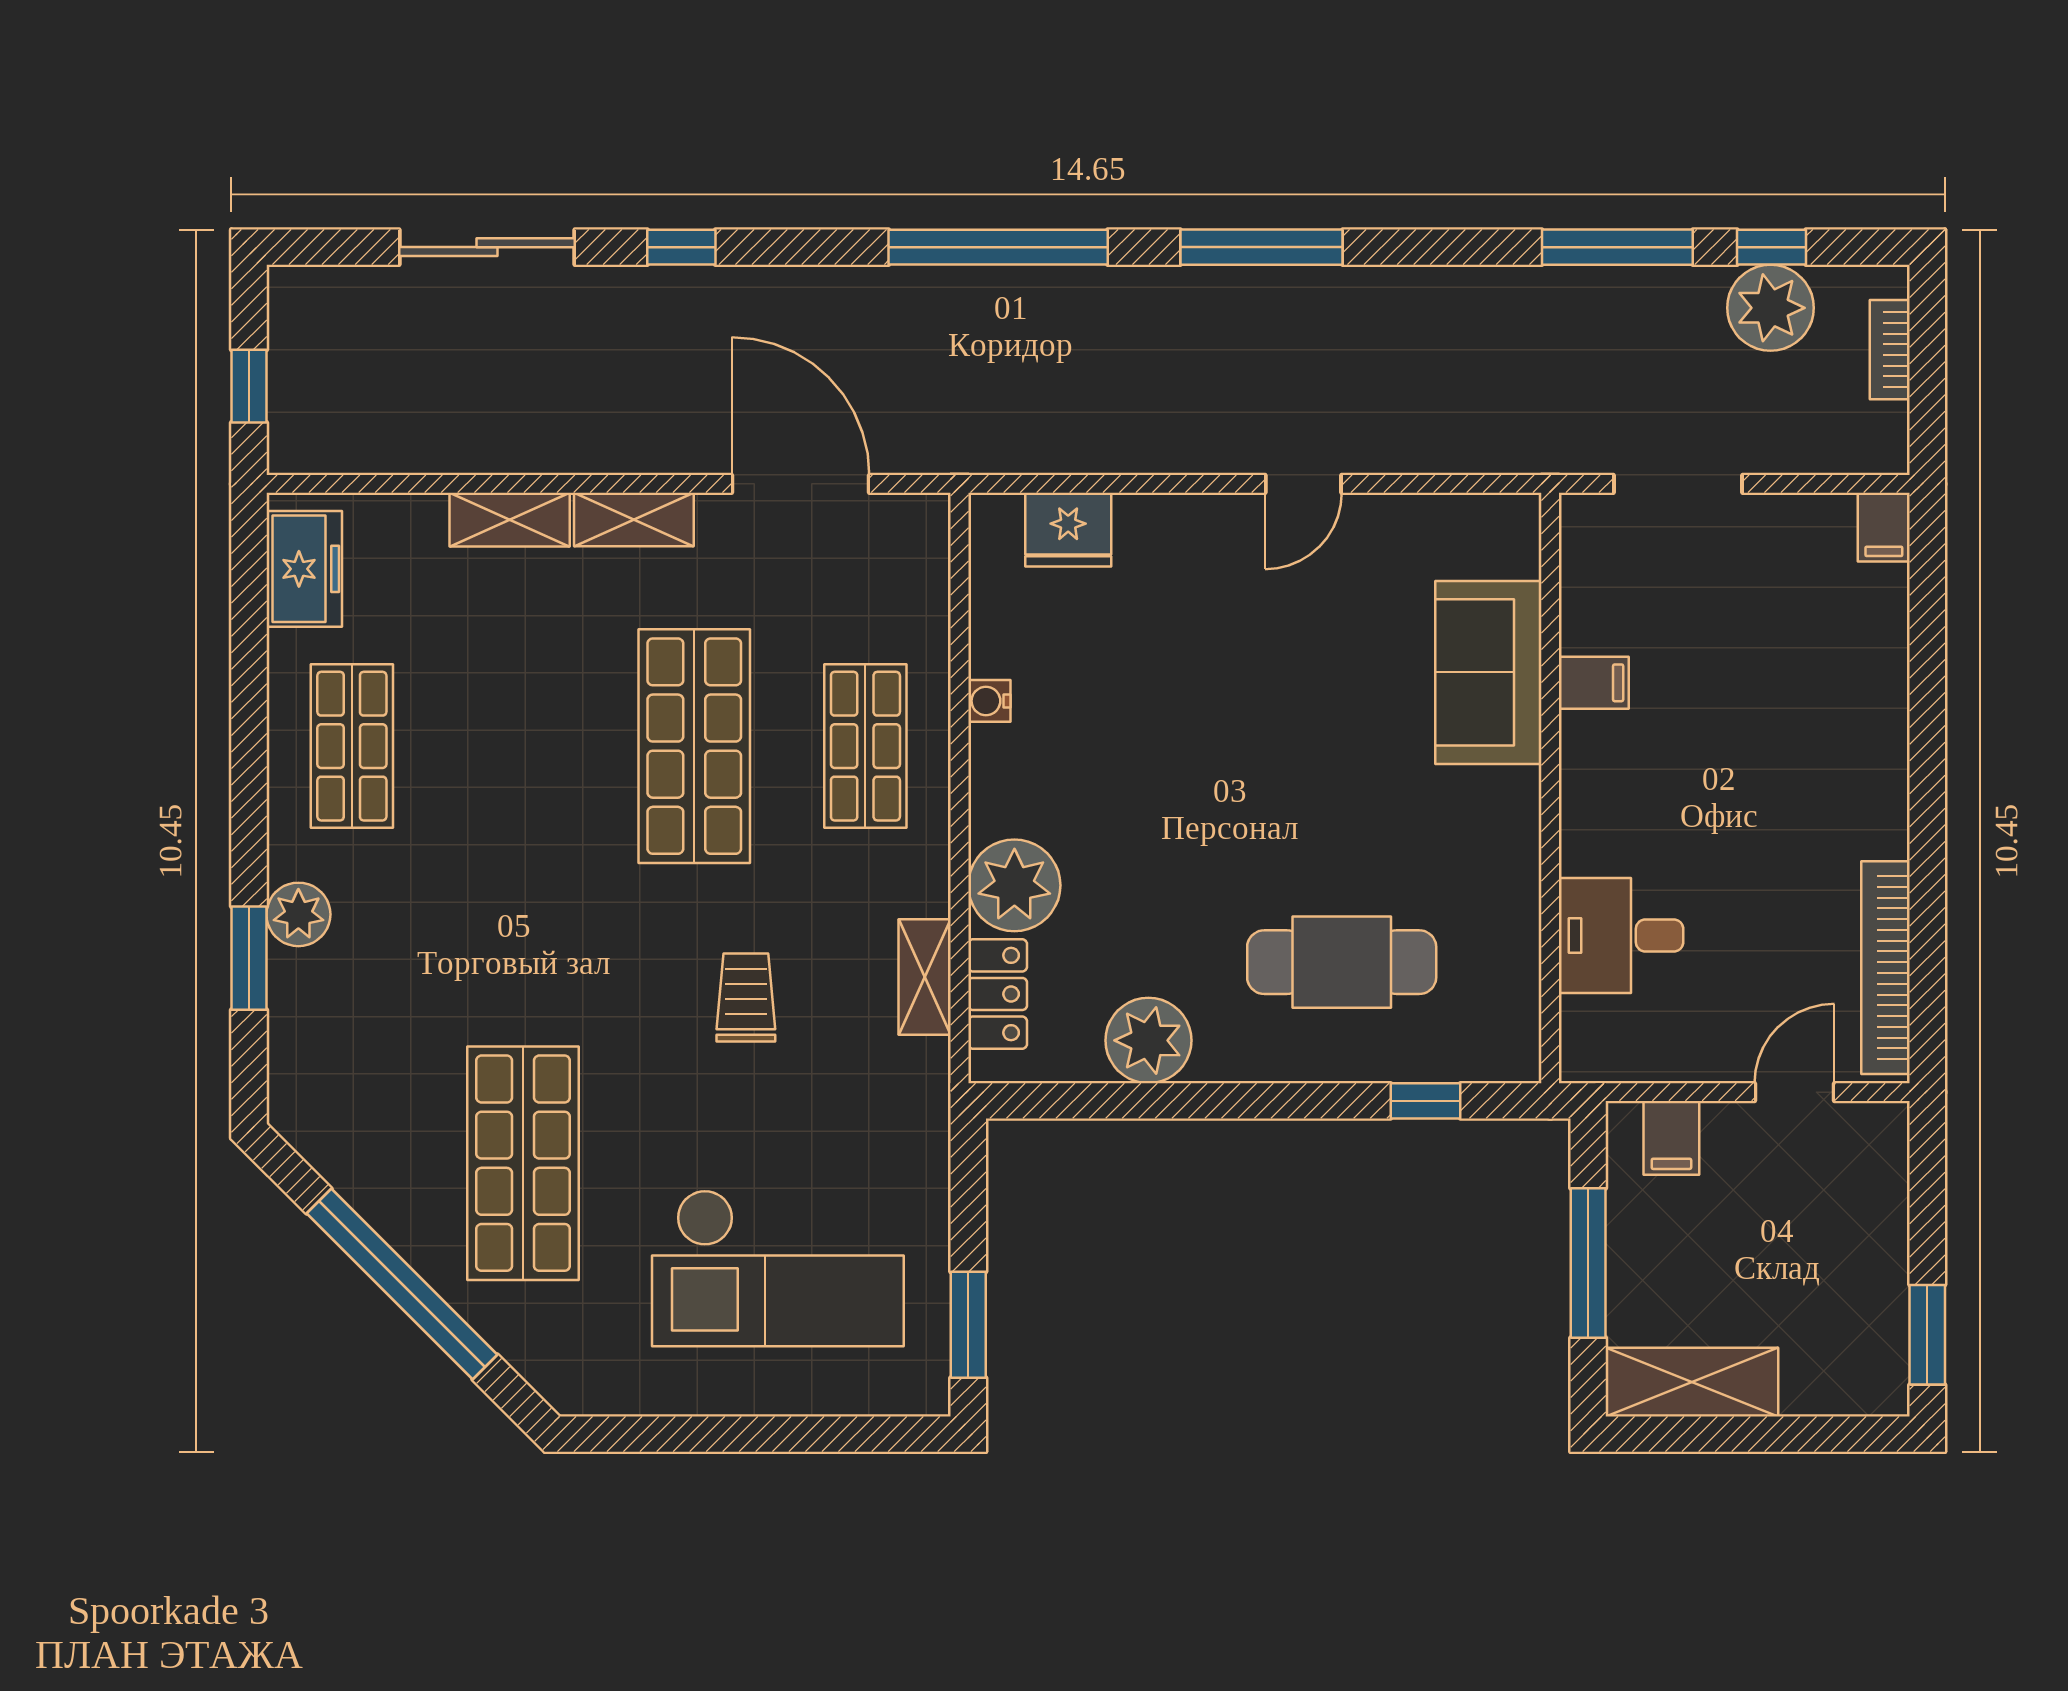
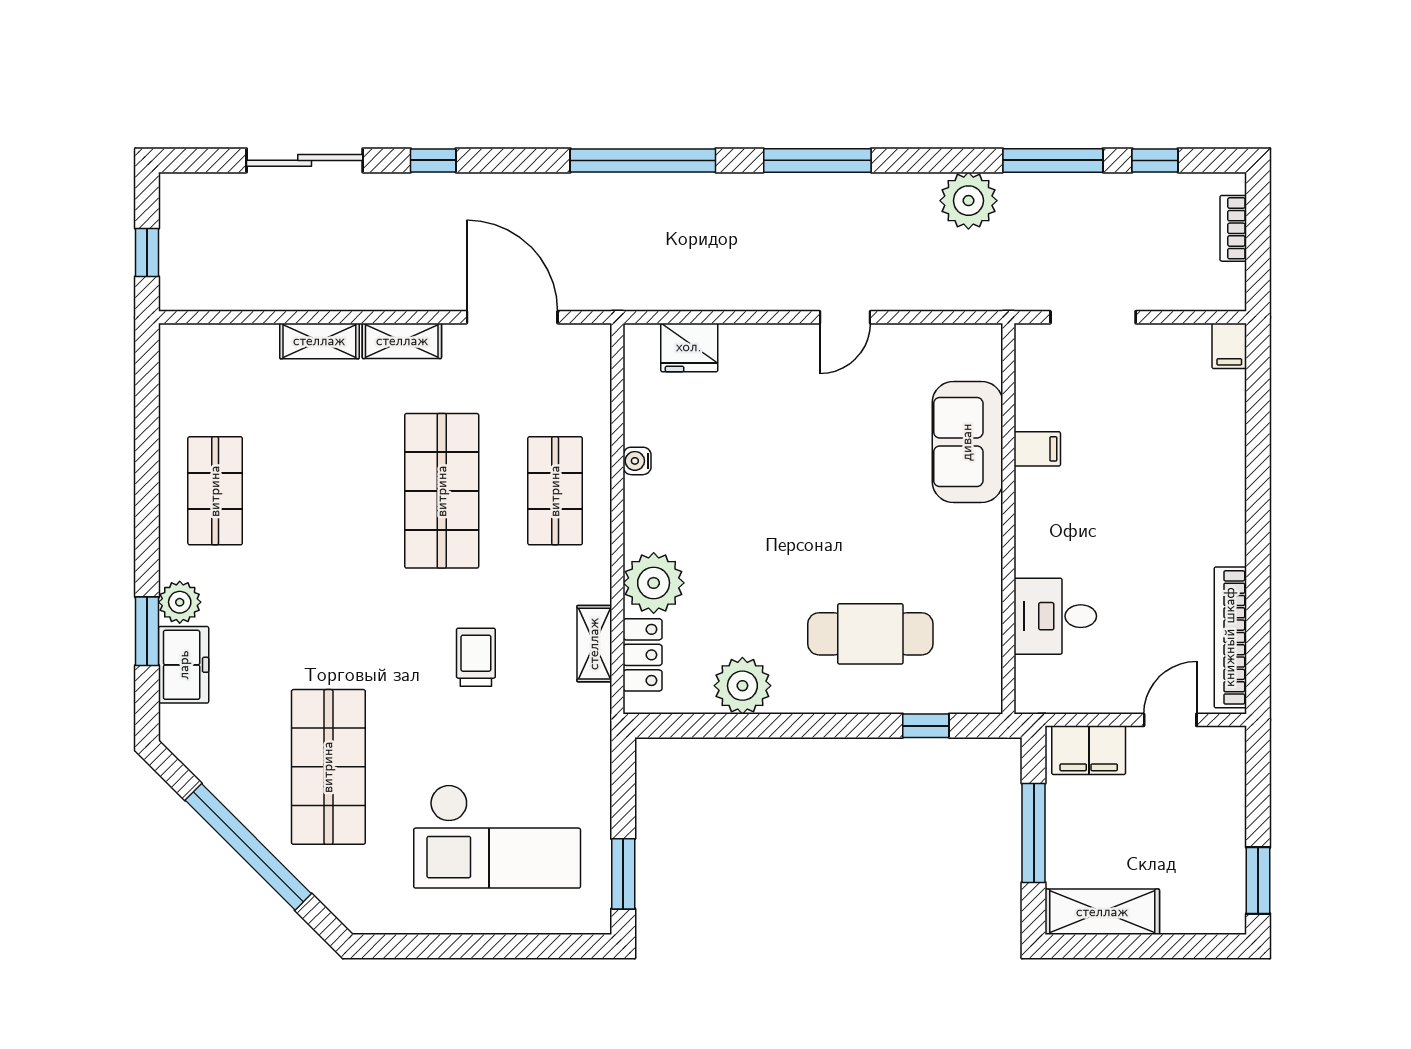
plant: (1770, 308) -> (968, 201), moved
freezer: (304, 569) -> (184, 665), moved
filing cabinet: (1671, 1138) -> (1089, 750), width x2.00

